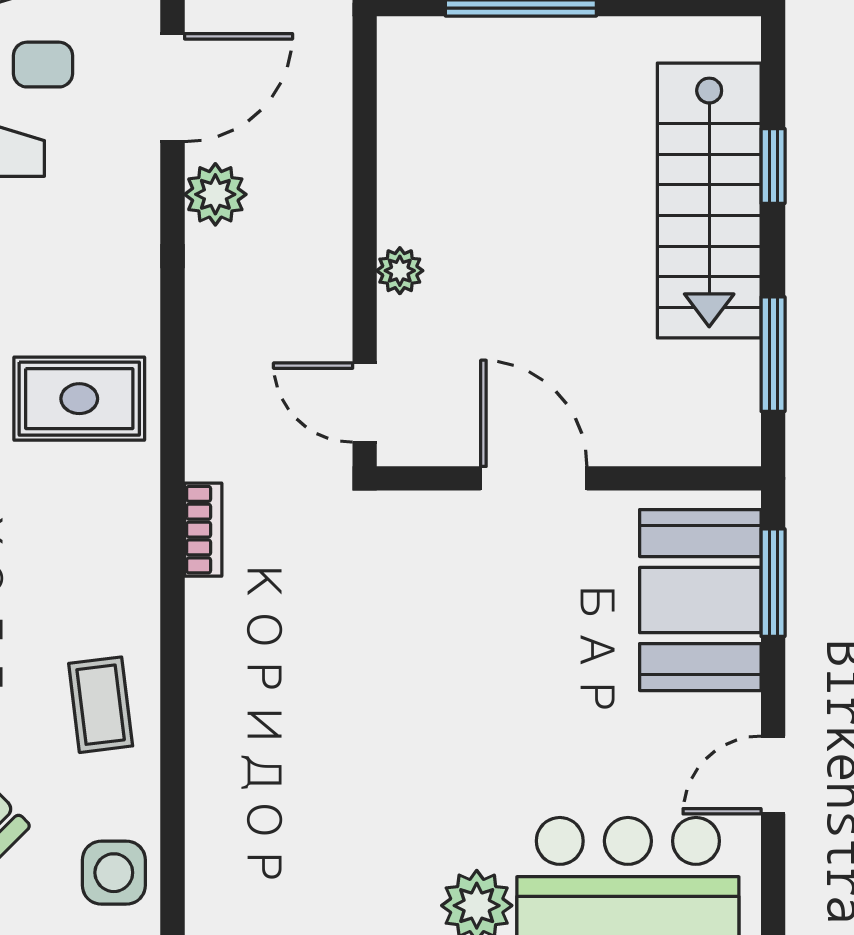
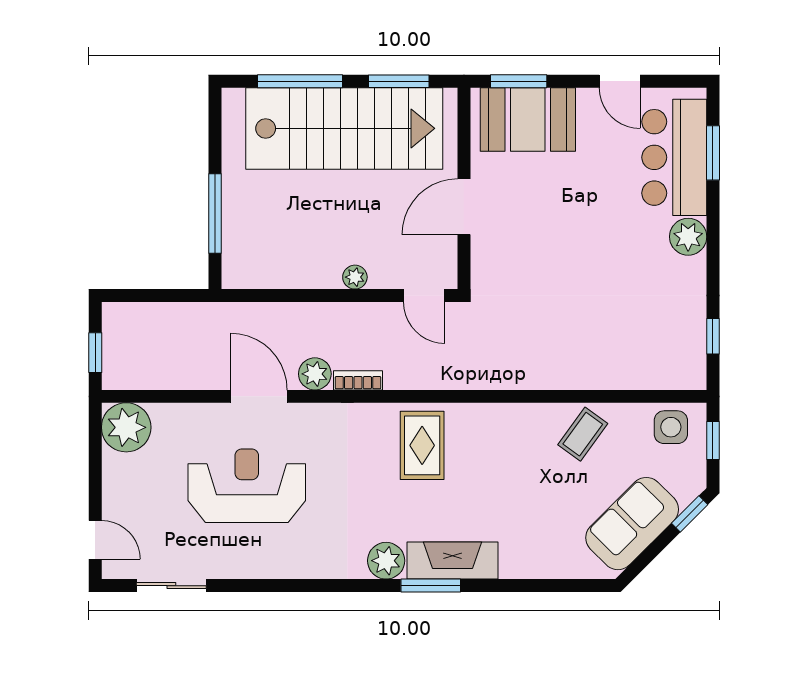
window: (773, 166) -> (300, 81), width x2.17
stairs: (709, 201) -> (344, 128), width x1.36, depth x1.51
door: (365, 403) -> (424, 296), hinge flipped
bookcase: (203, 530) -> (358, 380), moved
coffee table: (101, 705) -> (583, 434), turned -47

